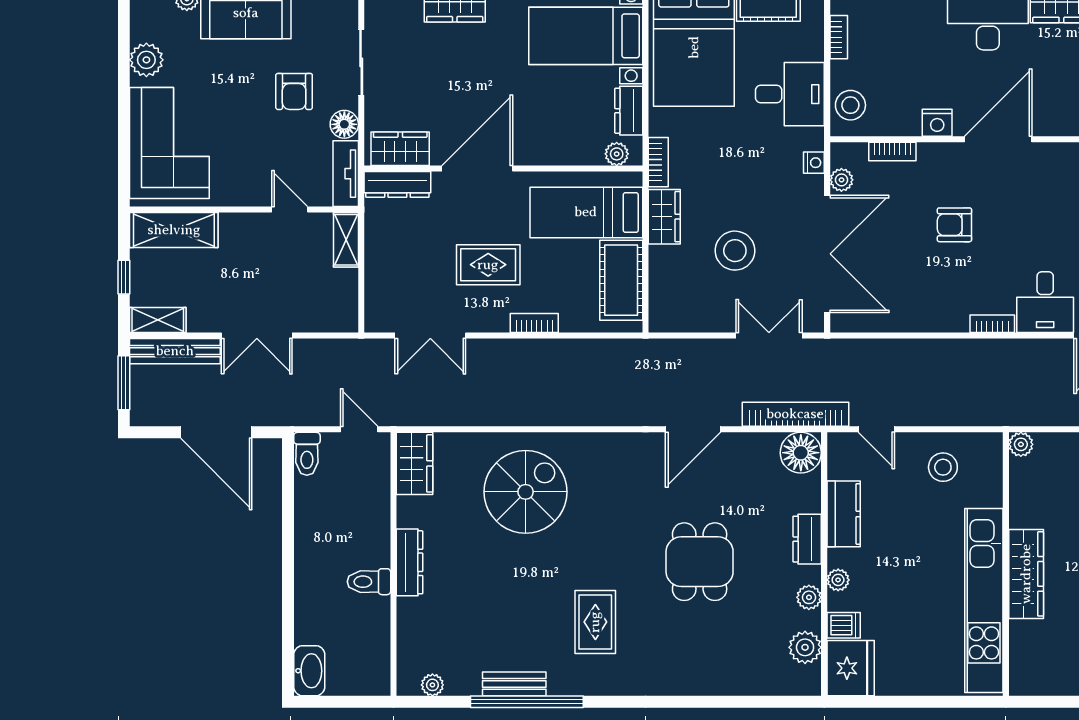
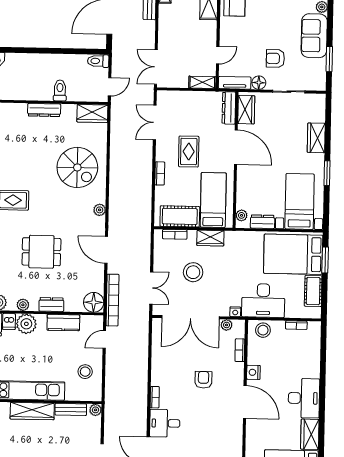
desk: (790, 94) -> (263, 301), width x1.37
bookcase: (658, 162) -> (175, 234), moved
double door: (257, 336) -> (156, 67), moved
plant: (611, 445) -> (100, 210), added
bench: (1021, 495) -> (71, 409), added
plant: (838, 580) -> (26, 324), width x1.88, depth x1.88
toilet: (369, 582) -> (60, 90), moved

